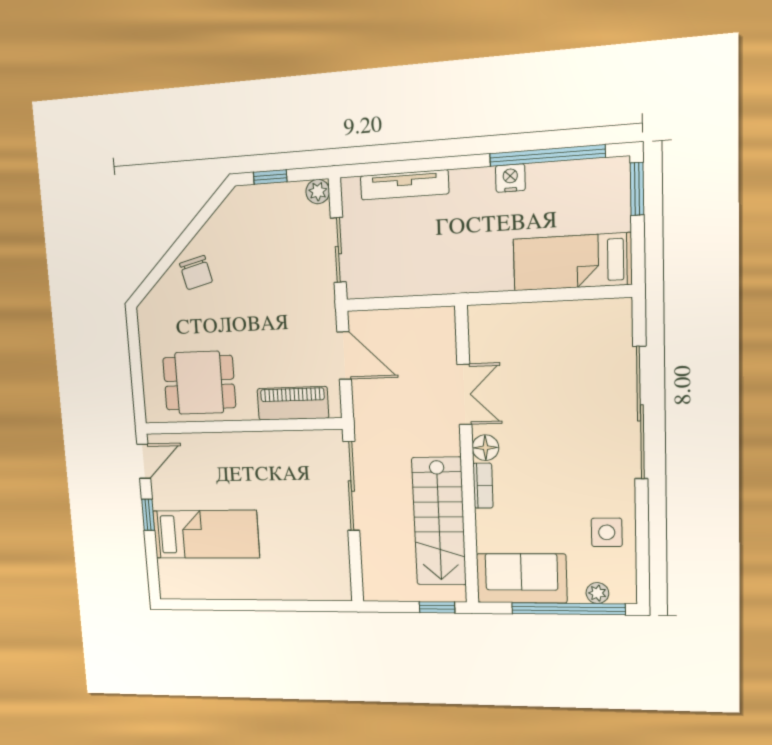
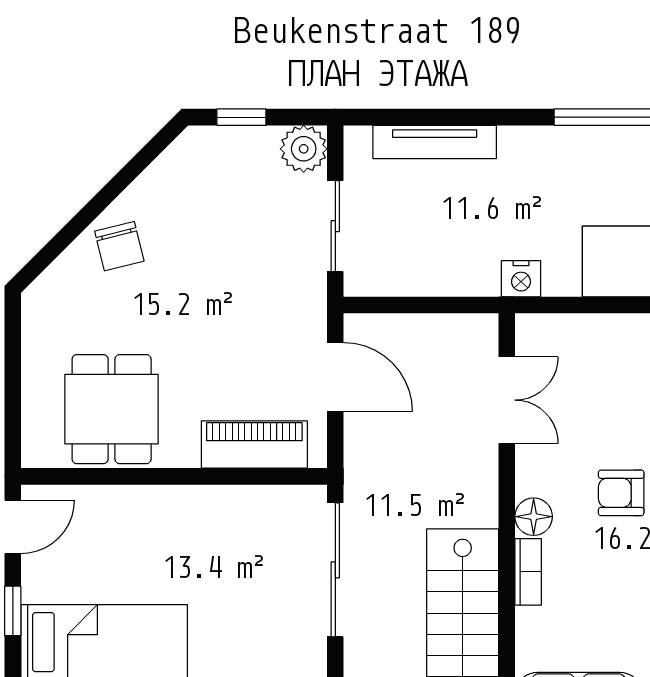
nightstand: (510, 178) -> (521, 279), moved, turned 180
plant: (318, 192) -> (304, 149), width x1.38, depth x1.38
dining table: (199, 383) -> (112, 409), turned 90
double door: (464, 394) -> (507, 400), moved
armchair: (547, 430) -> (621, 493), added

